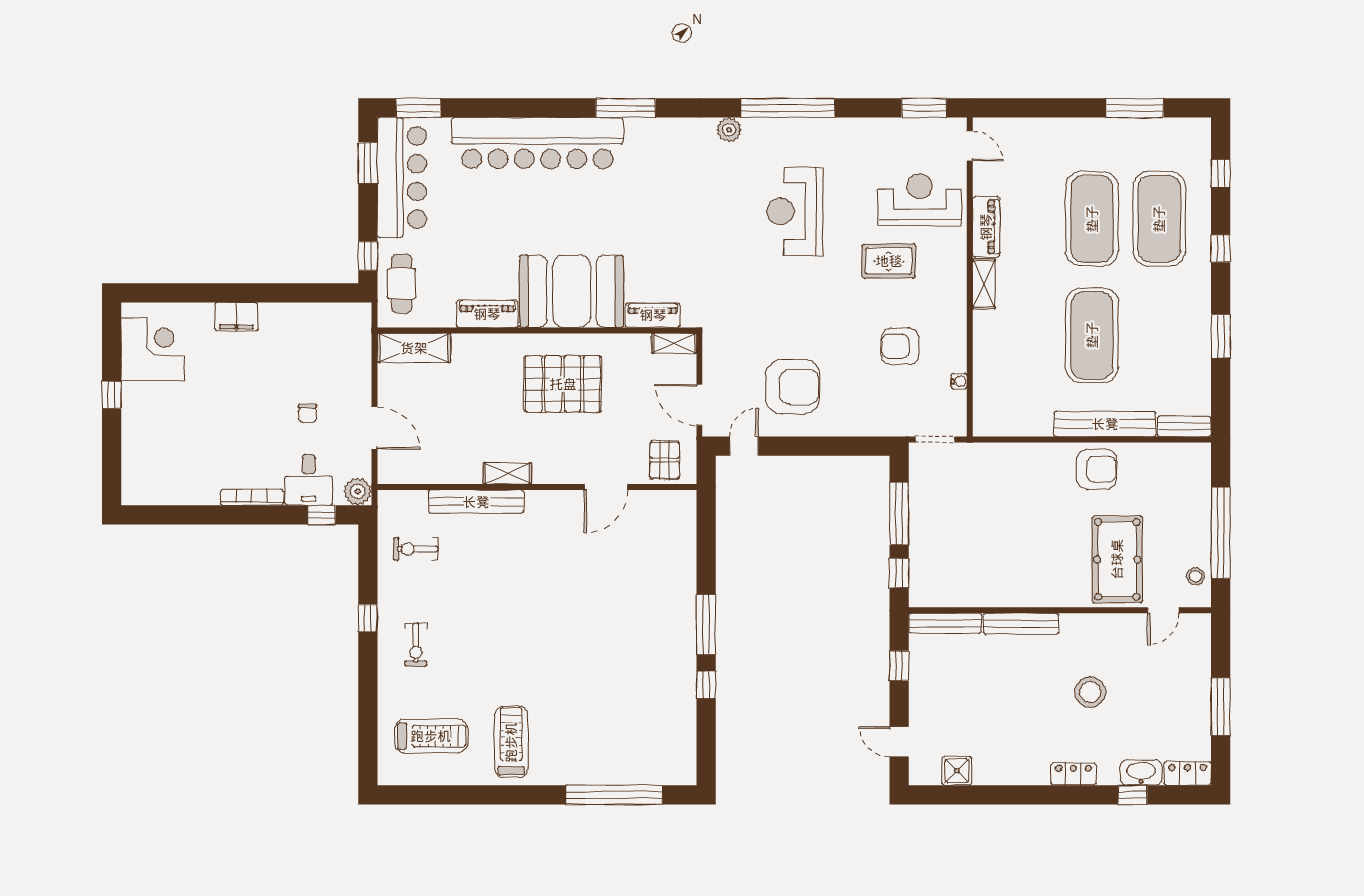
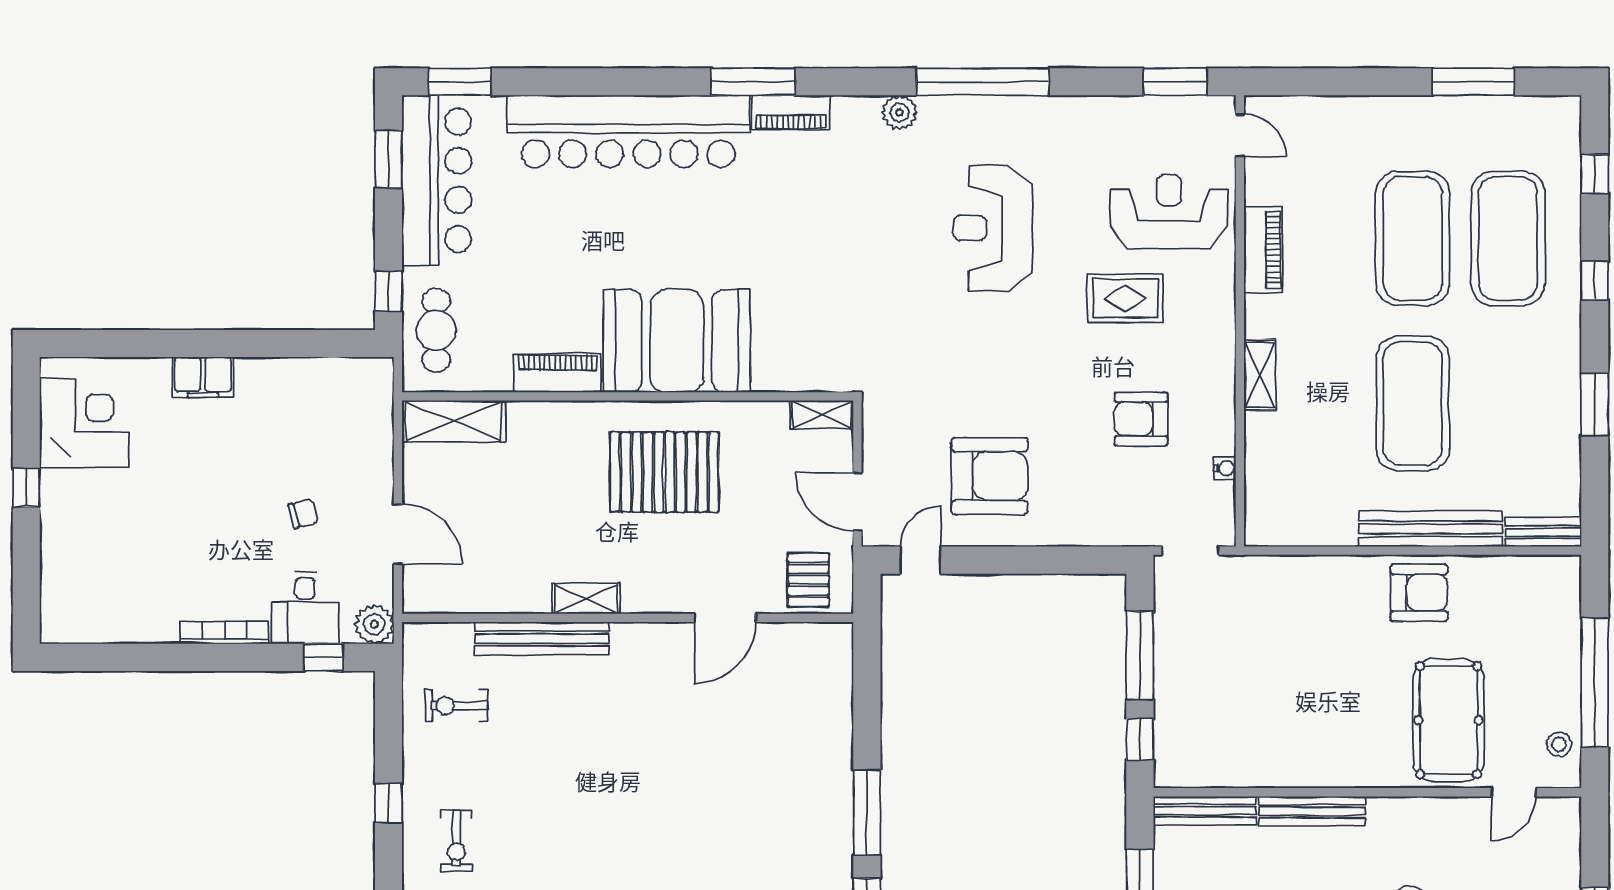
shelving: (984, 284) -> (1260, 375), moved
piano: (653, 315) -> (791, 112), moved, turned 180
chair: (307, 413) -> (303, 514), turned -105

